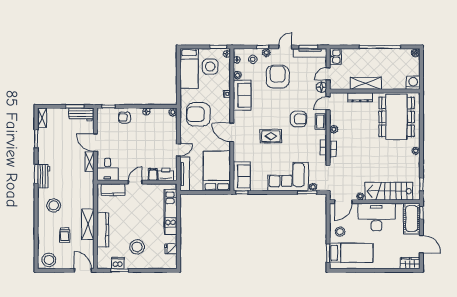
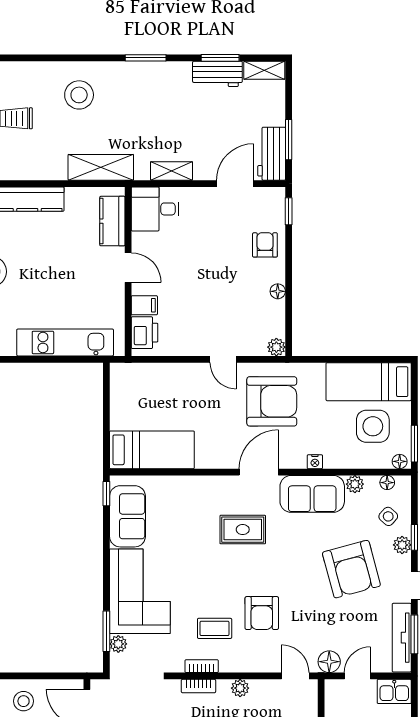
door: (328, 74) -> (357, 676), hinge flipped
armchair: (278, 77) -> (351, 569), turned 75
armchair: (198, 114) -> (272, 401), turned 90
coffee table: (320, 121) -> (215, 628), moved
door: (232, 132) -> (259, 472), moved
rug: (271, 136) -> (243, 530), moved, turned 90
door: (96, 143) -> (235, 184), moved
door: (179, 150) -> (223, 359), moved
bed: (217, 171) -> (152, 450), width x0.67
tv unit: (185, 174) -> (145, 372), removed
workbench: (44, 176) -> (217, 74), moved
sofa: (242, 176) -> (127, 516), moved, turned -90
shelving: (88, 224) -> (101, 167), moved

